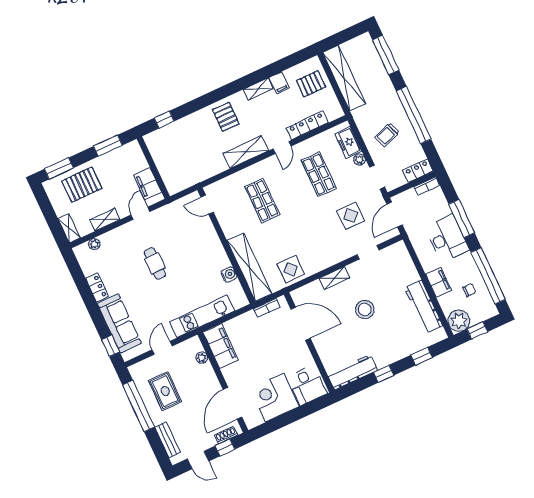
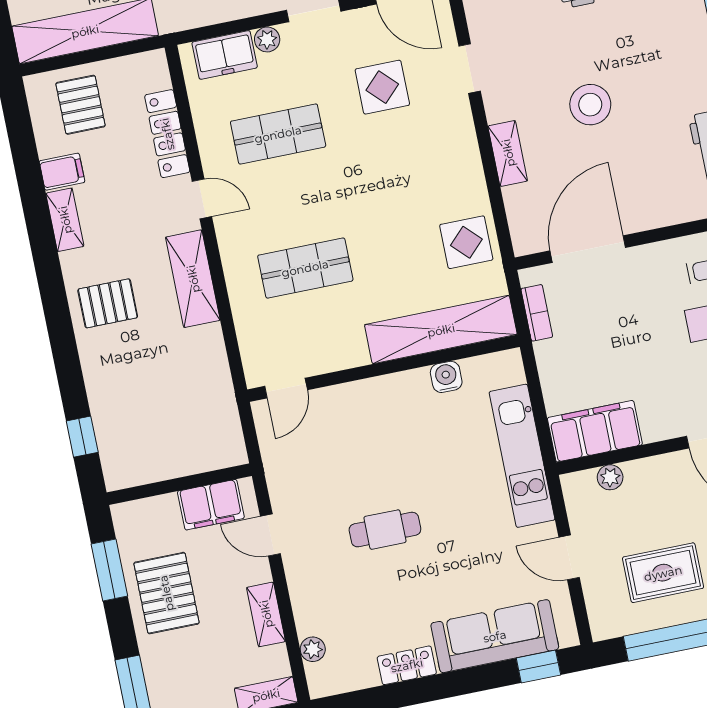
pallet: (82, 185) -> (166, 593), moved

